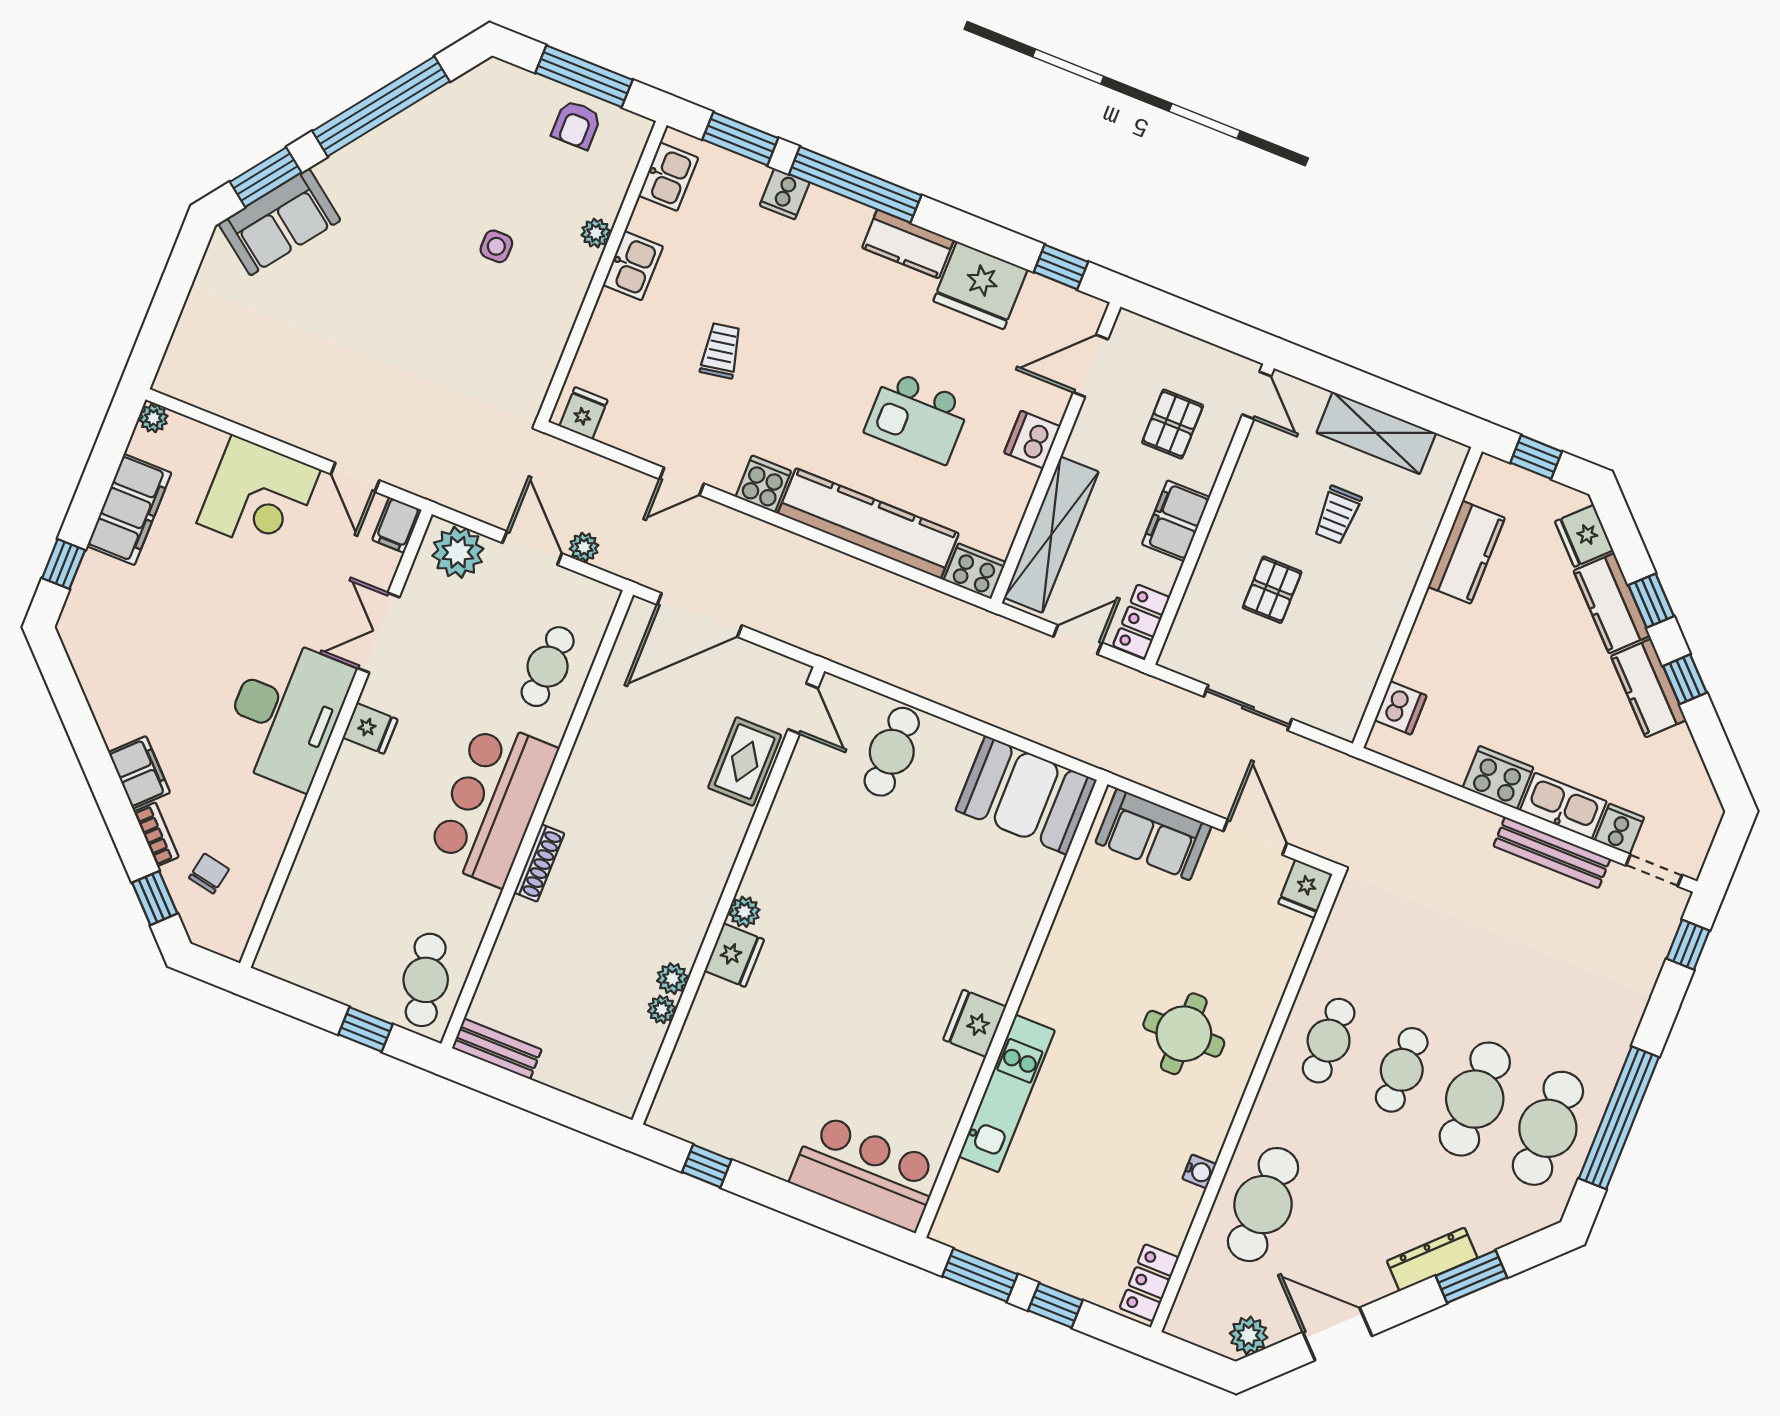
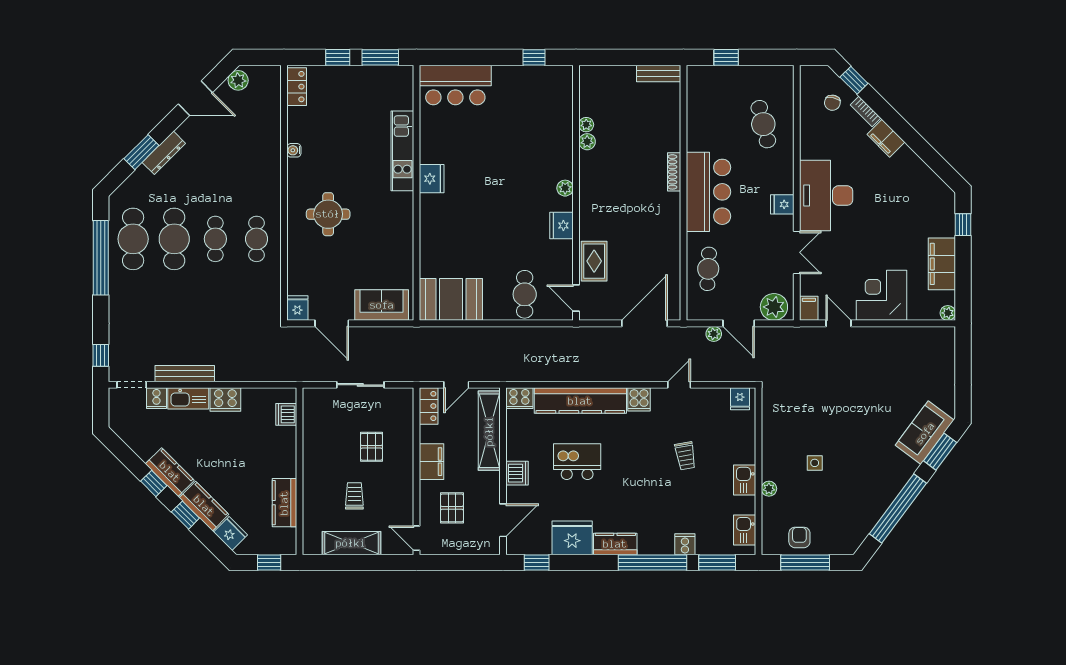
fridge: (734, 955) -> (562, 226), moved
cafe table: (426, 980) -> (763, 124), moved
cafe table: (1263, 1205) -> (257, 147), removed

